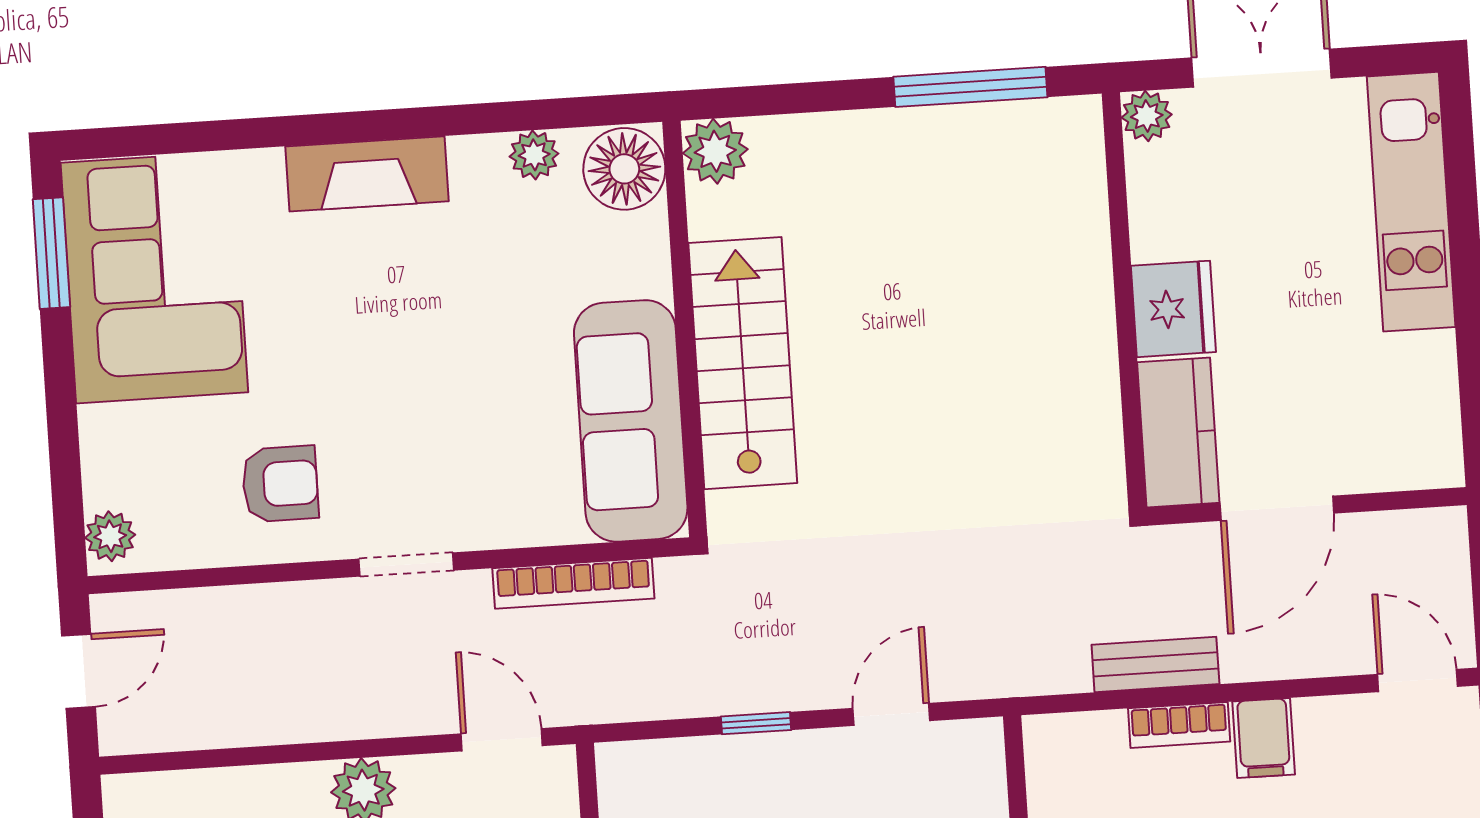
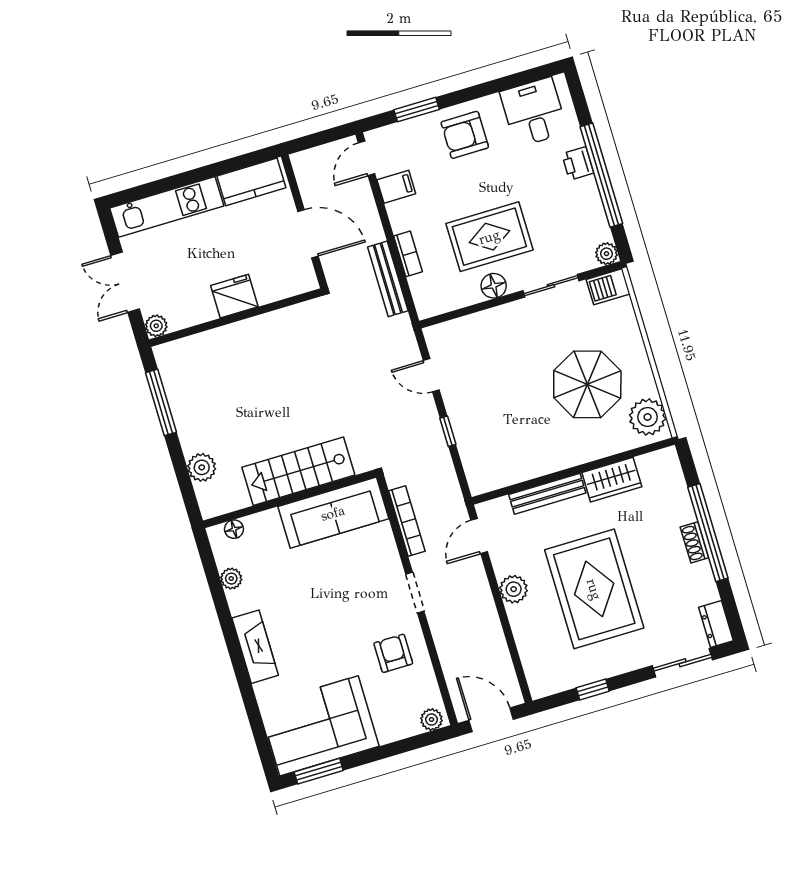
plant: (715, 151) -> (202, 467), moved
floor lamp: (624, 169) -> (234, 529), width x0.53, depth x0.53
kitchen counter: (1178, 432) -> (251, 182), moved, turned 180
bench: (1155, 664) -> (388, 279), width x1.36
door: (78, 671) -> (491, 720), width x1.38
filing cabinet: (1264, 738) -> (396, 187), moved

